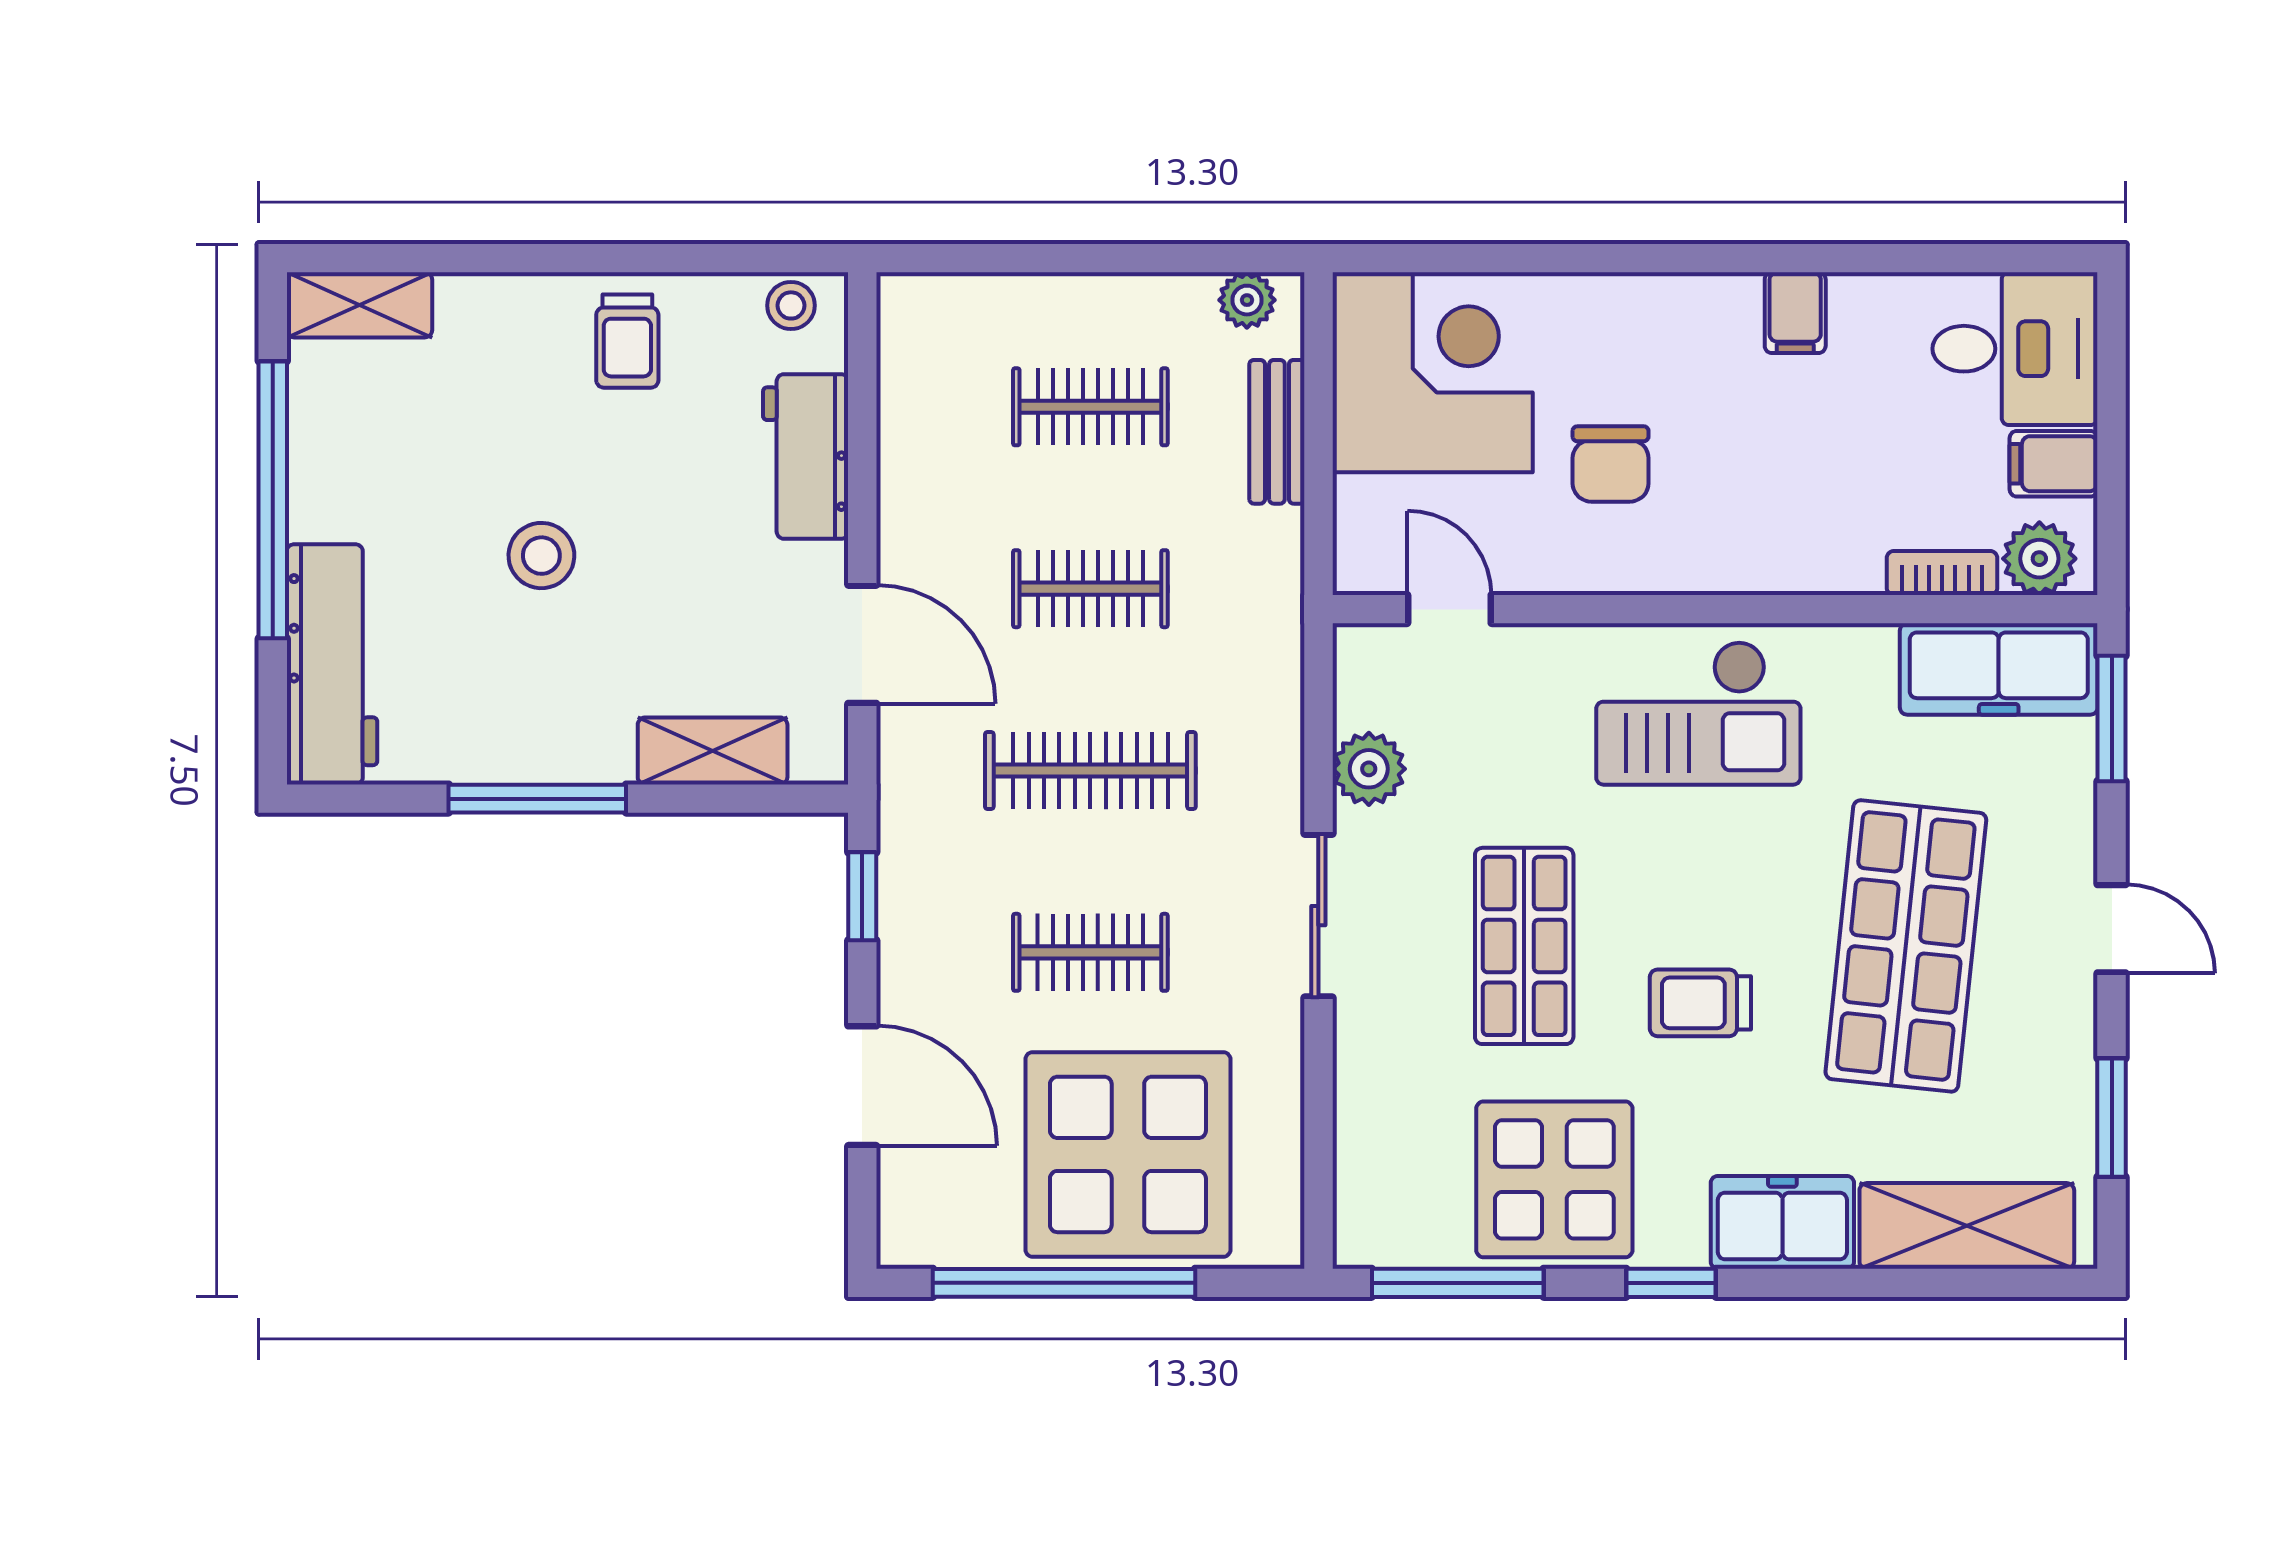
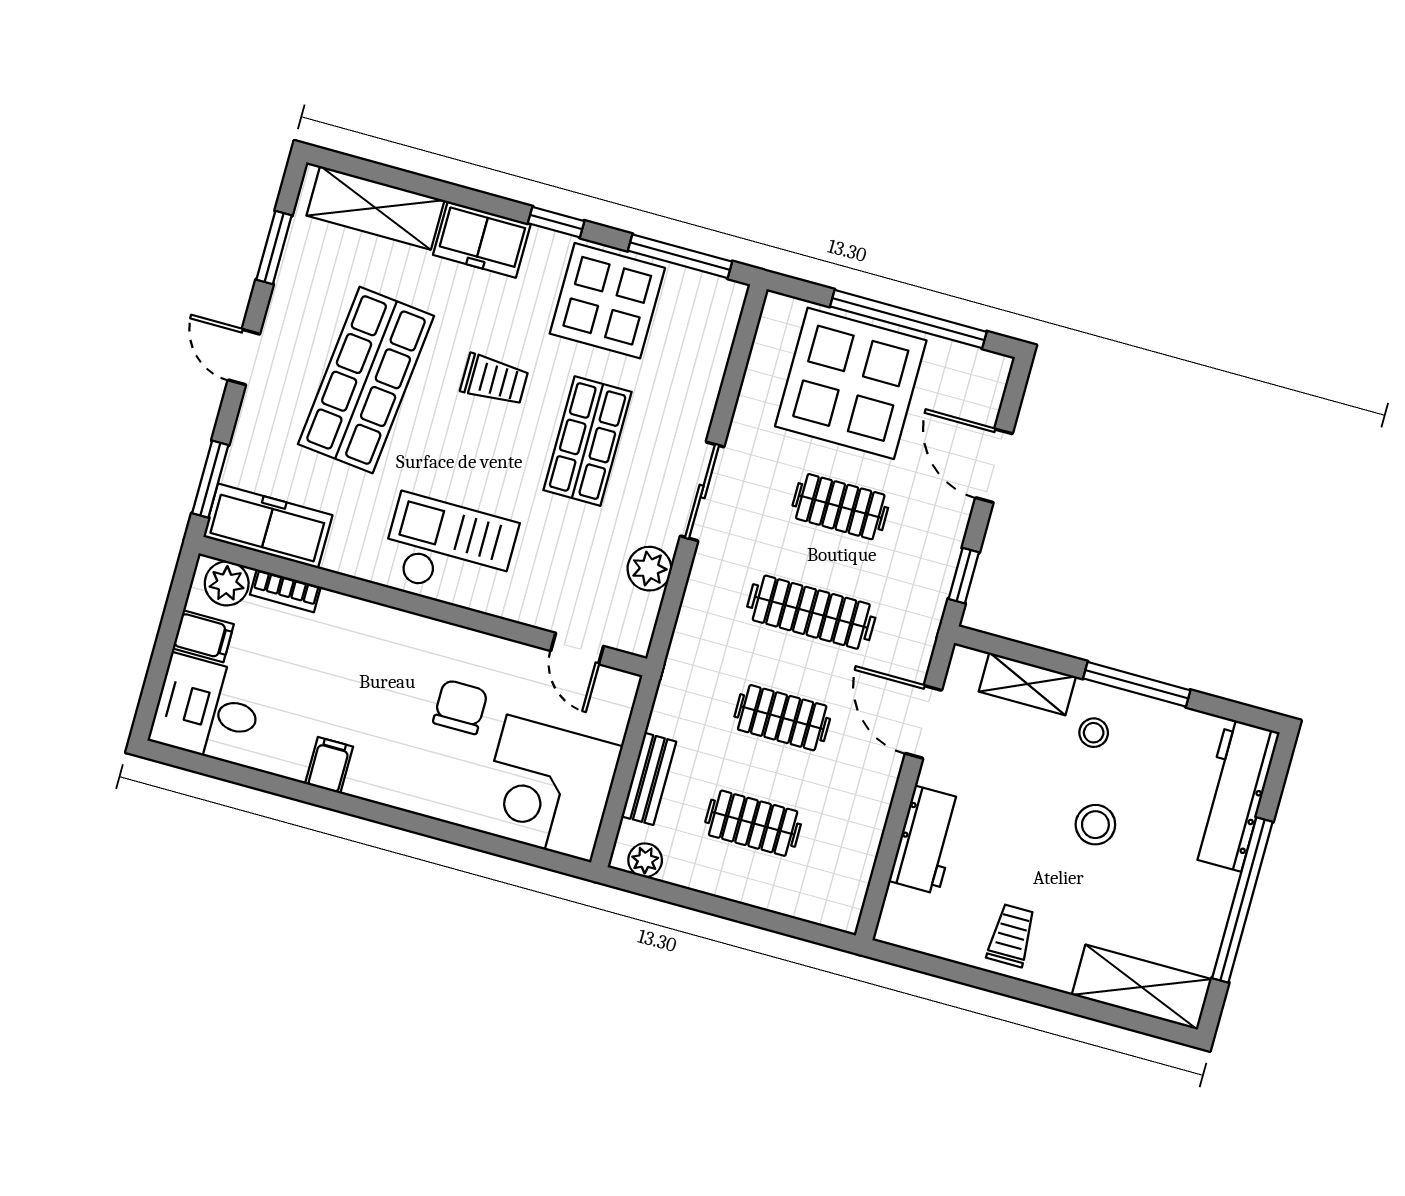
shelving: (359, 305) -> (1142, 987), width x1.50, depth x1.33
stool: (791, 305) -> (1094, 733), moved

